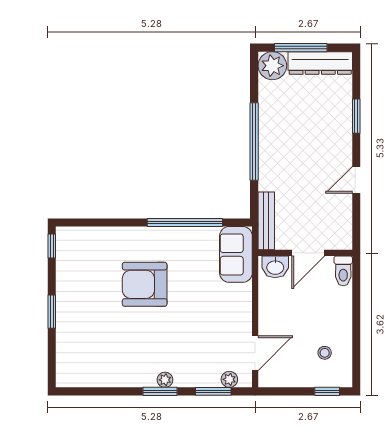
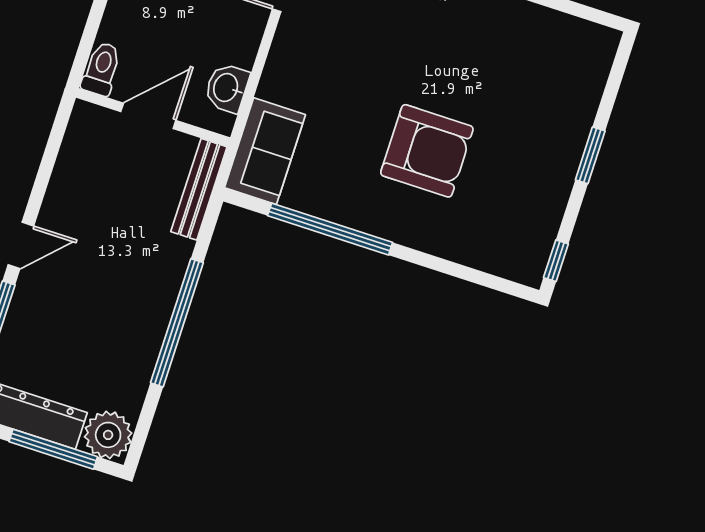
door: (356, 180) -> (21, 245), moved
washbasin: (275, 267) -> (227, 88), moved, turned -90

